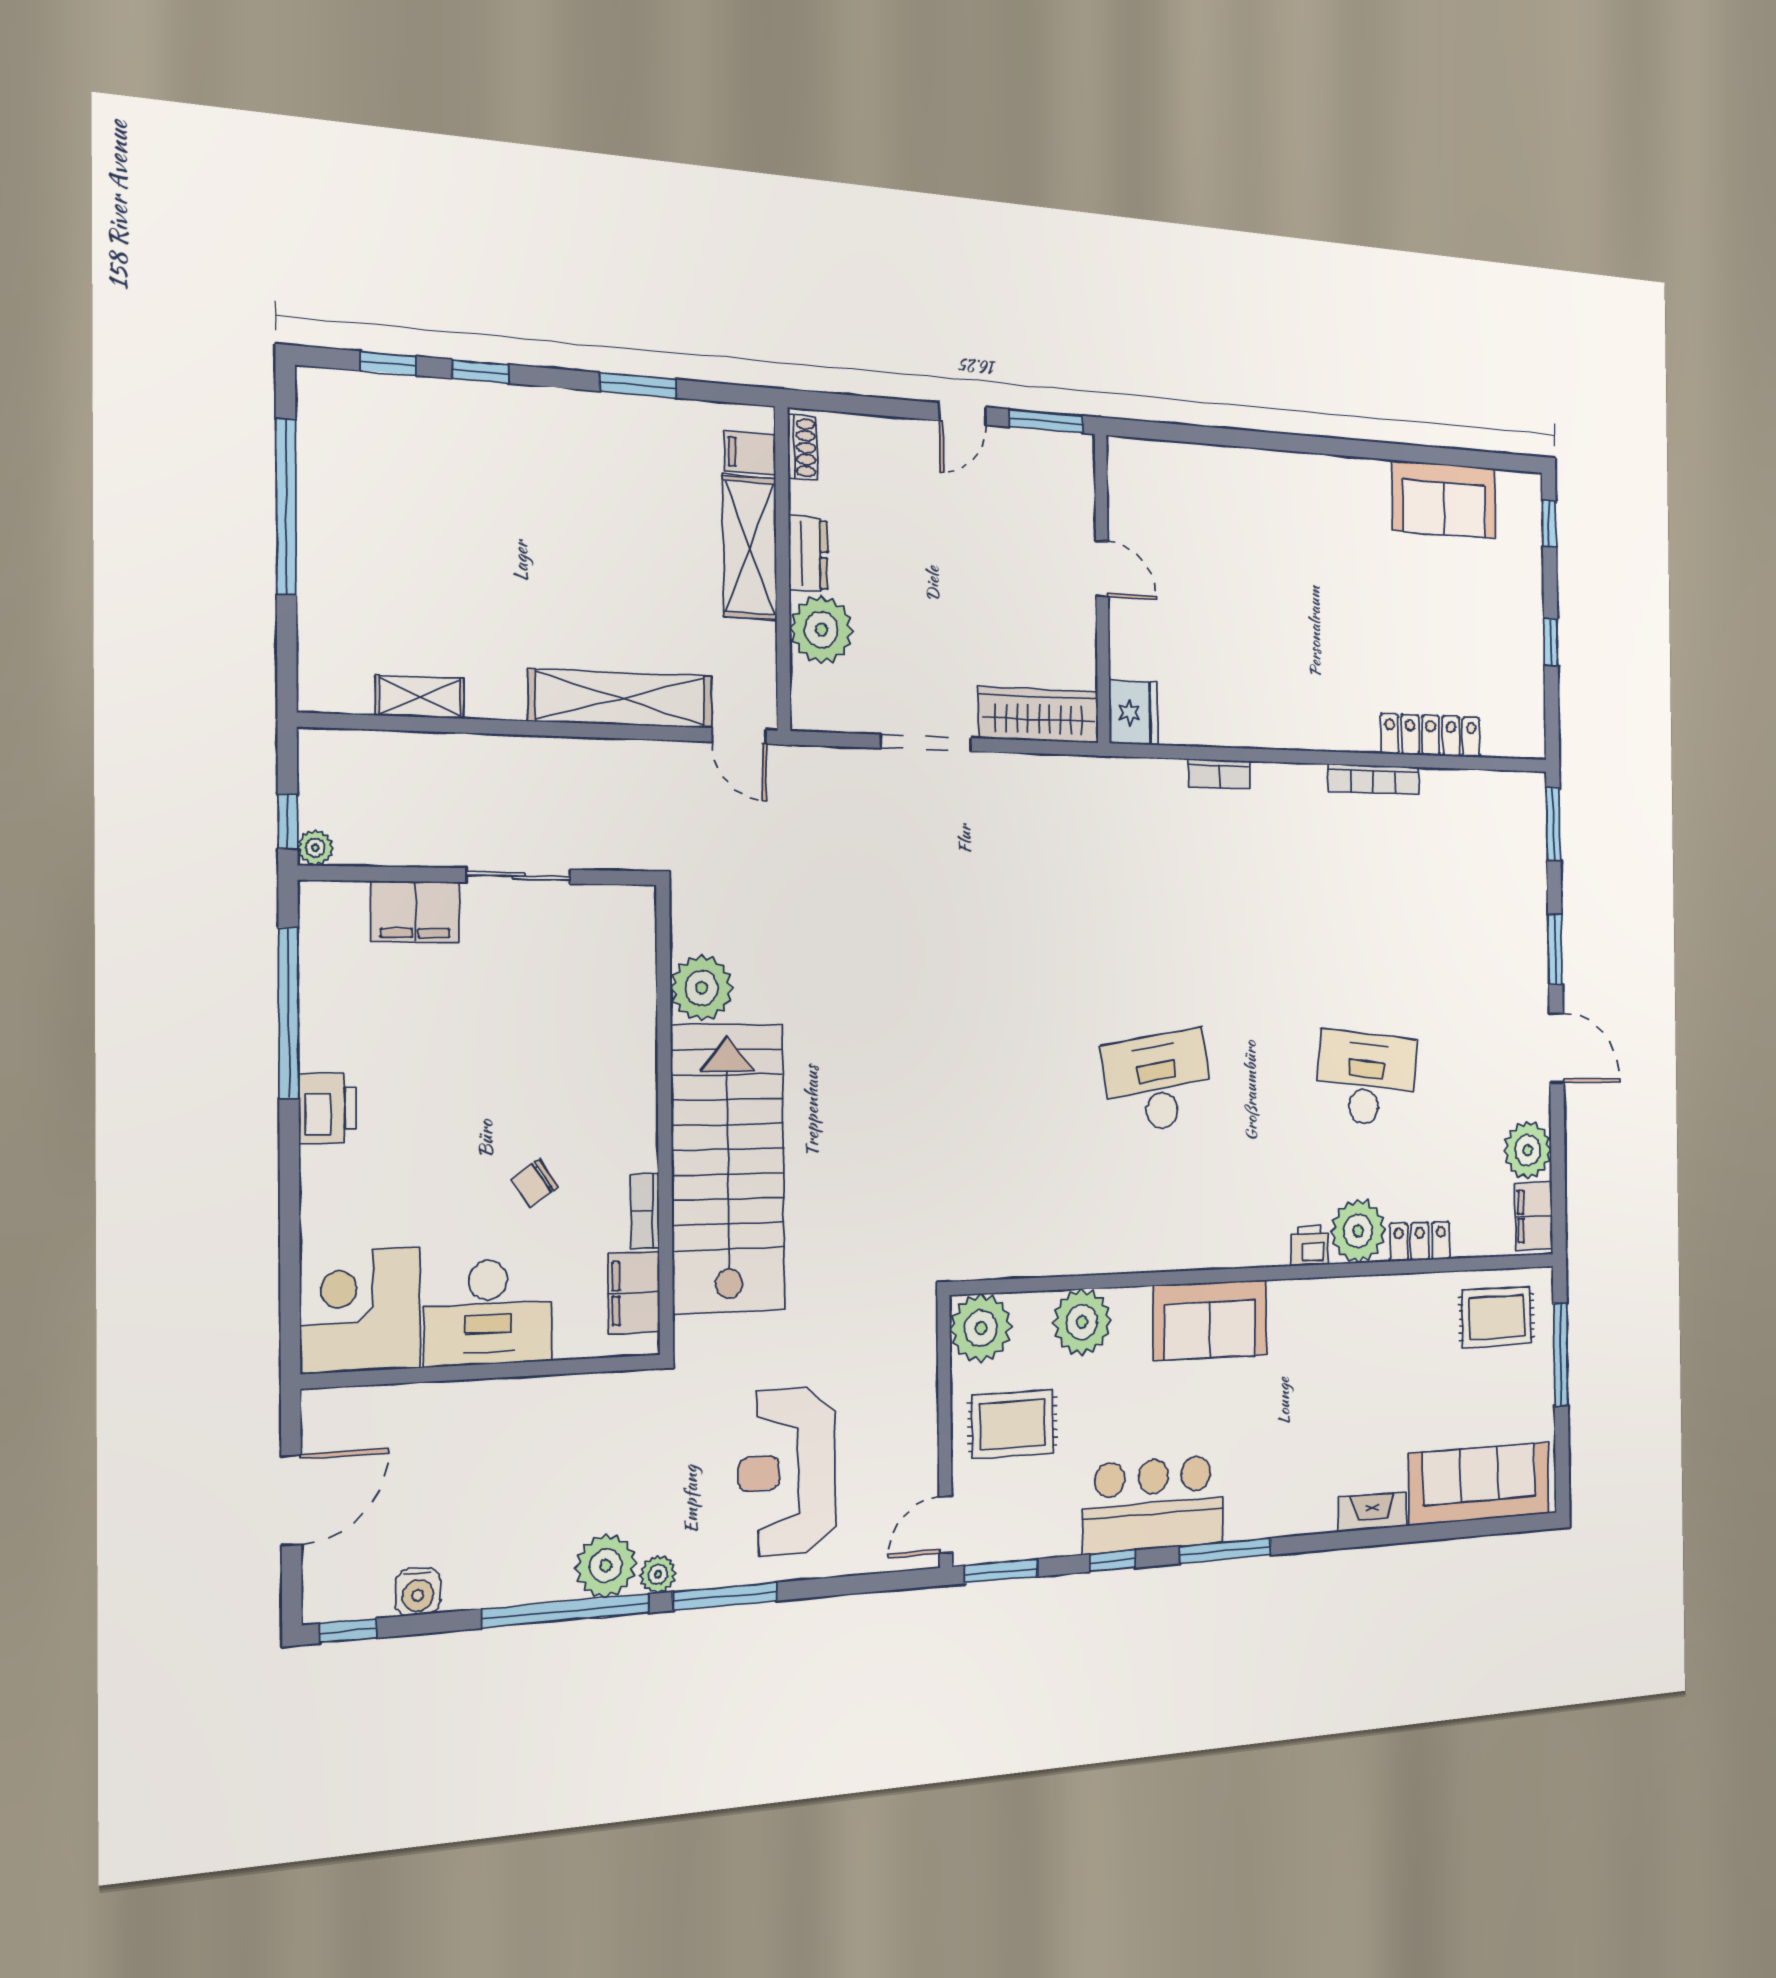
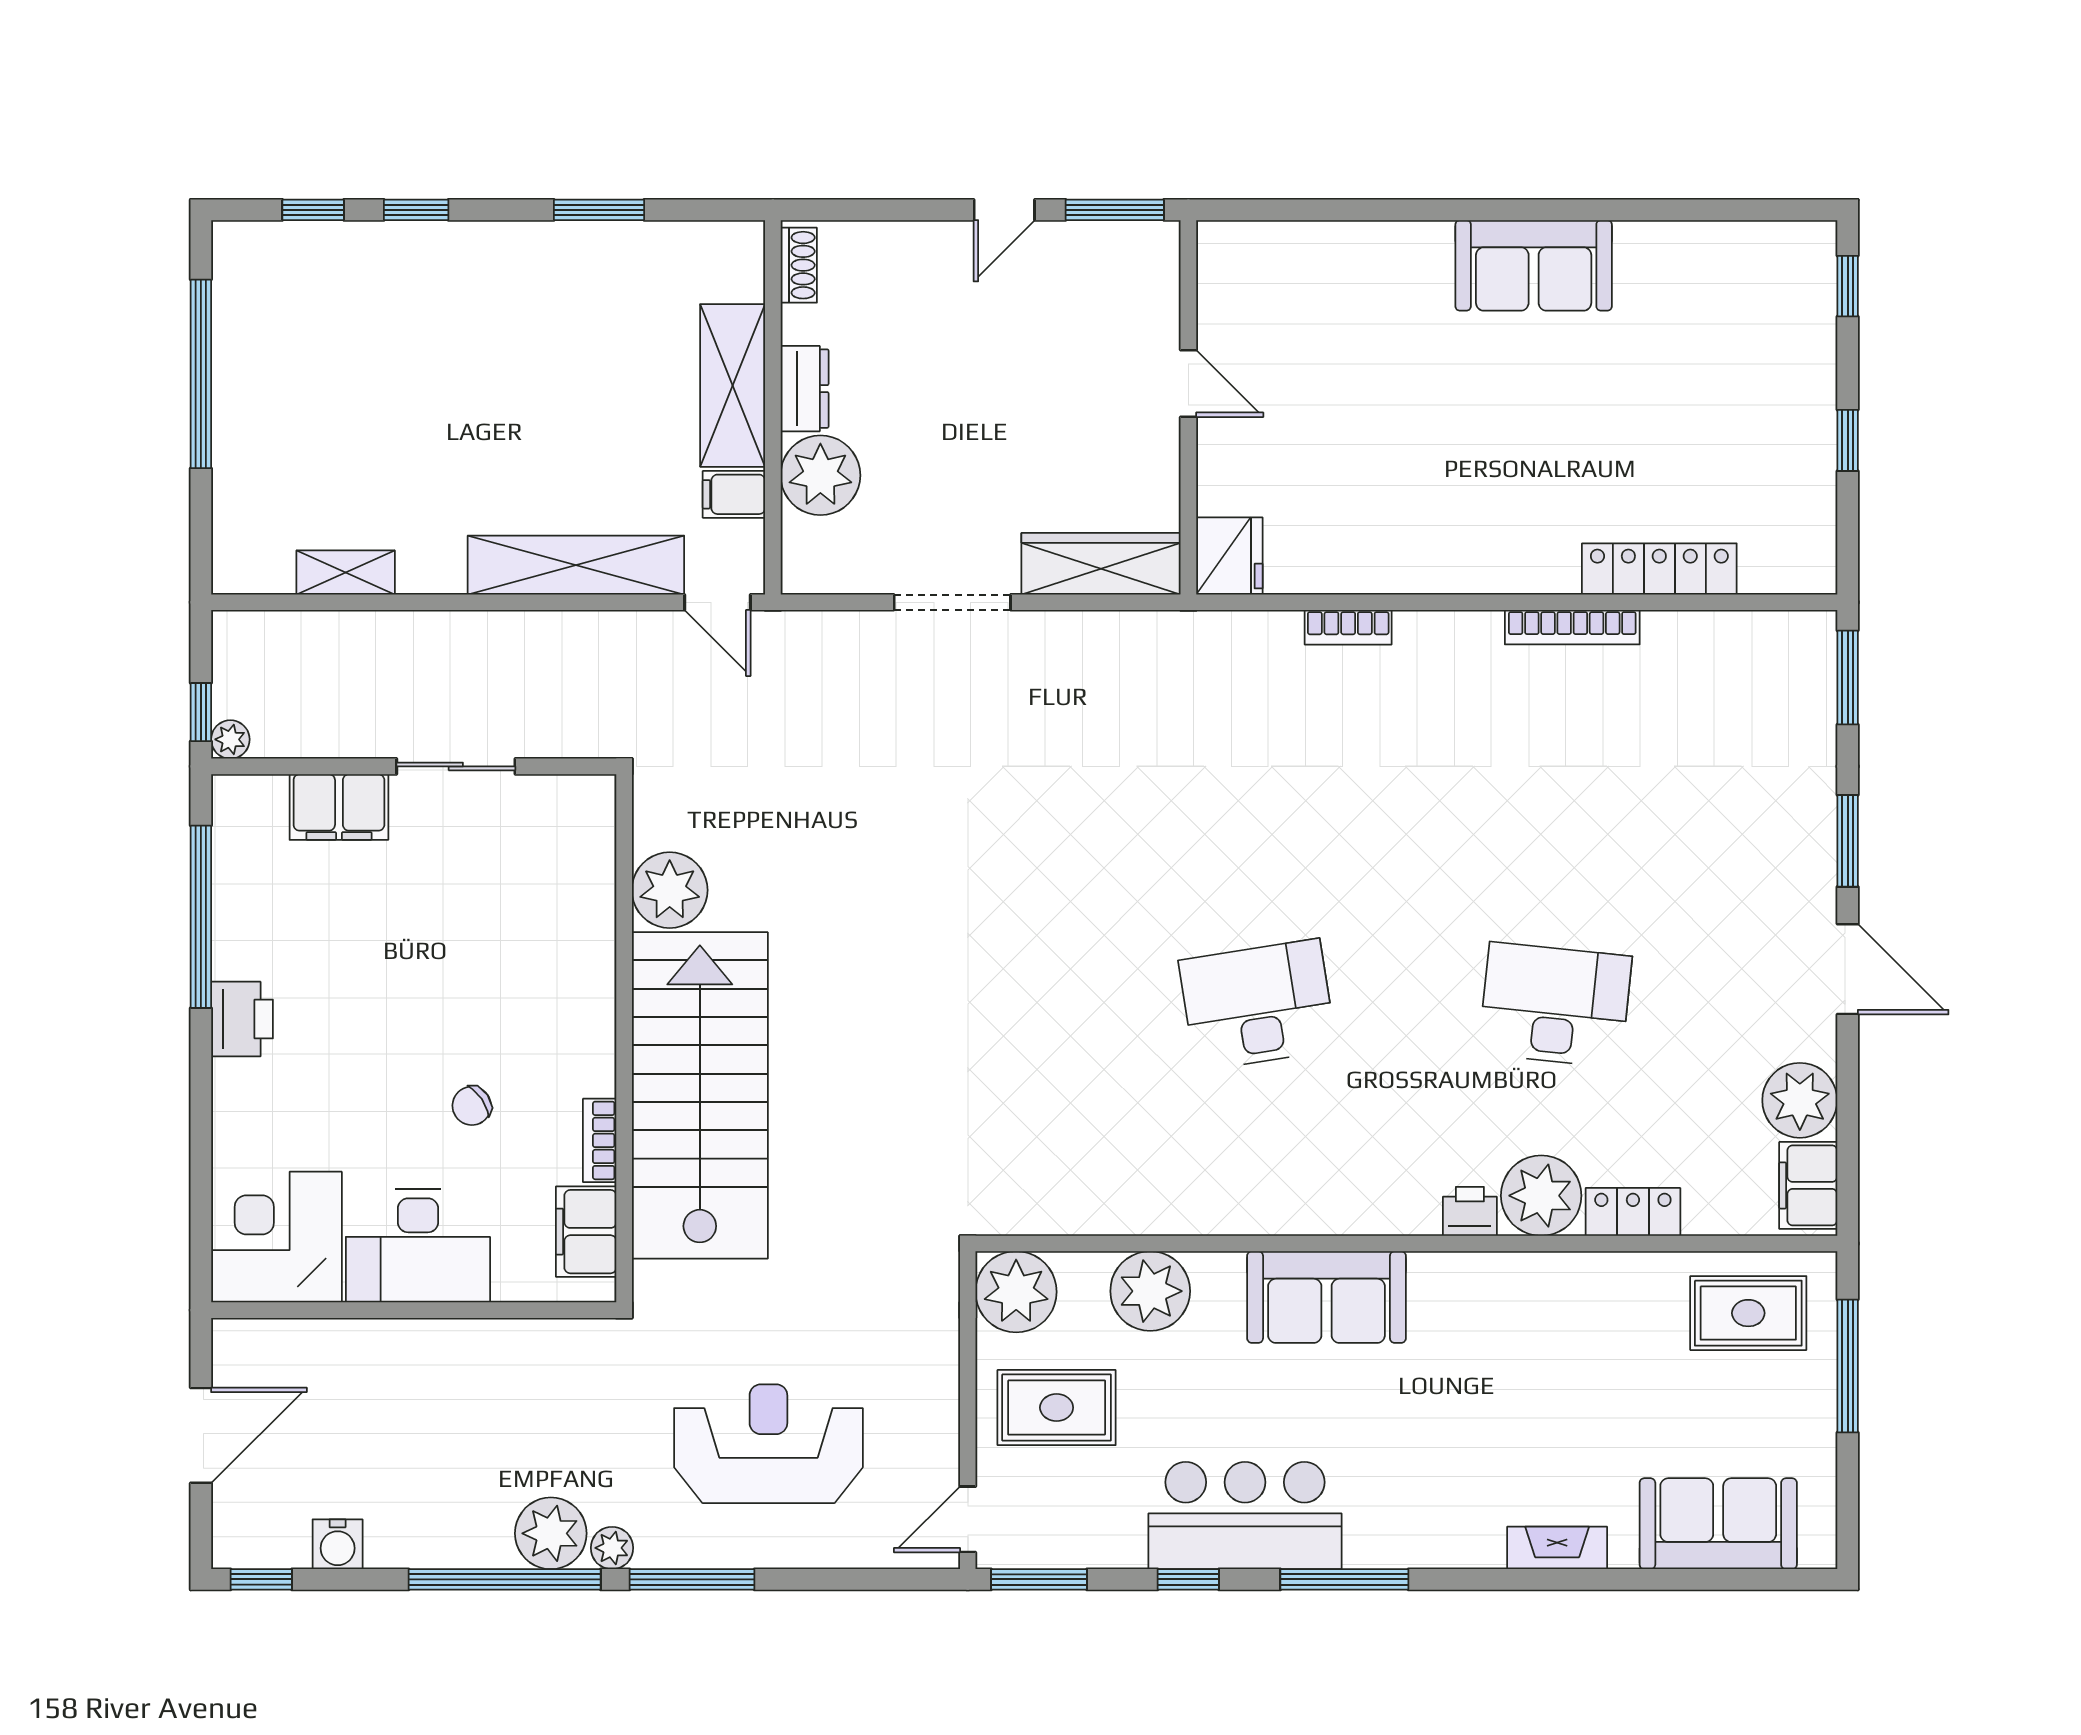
filing cabinet: (750, 453) -> (734, 494), moved
sofa: (1444, 499) -> (1534, 265), moved
reception desk: (787, 1471) -> (768, 1444), turned 90
sofa: (1479, 1484) -> (1718, 1524), width x0.73

